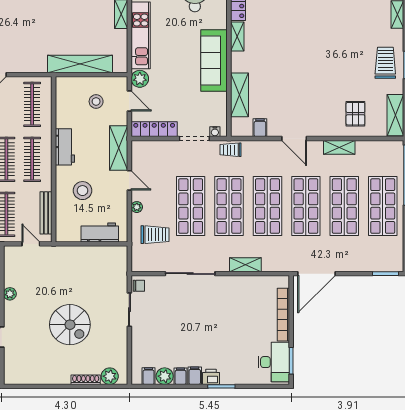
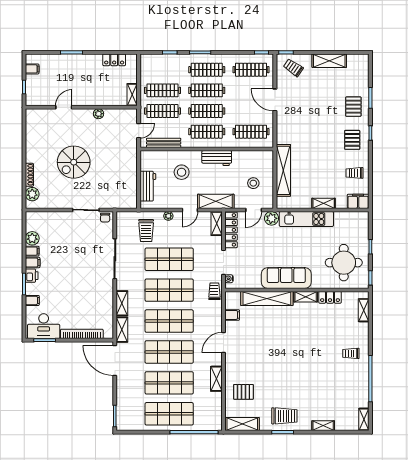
shelving: (239, 95) -> (267, 299), width x1.47
shelving: (146, 147) -> (217, 224), added
shelving: (278, 265) -> (122, 330), added
filing cabinet: (149, 376) -> (32, 300), moved

